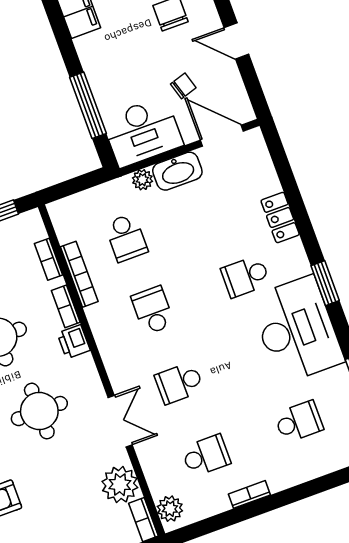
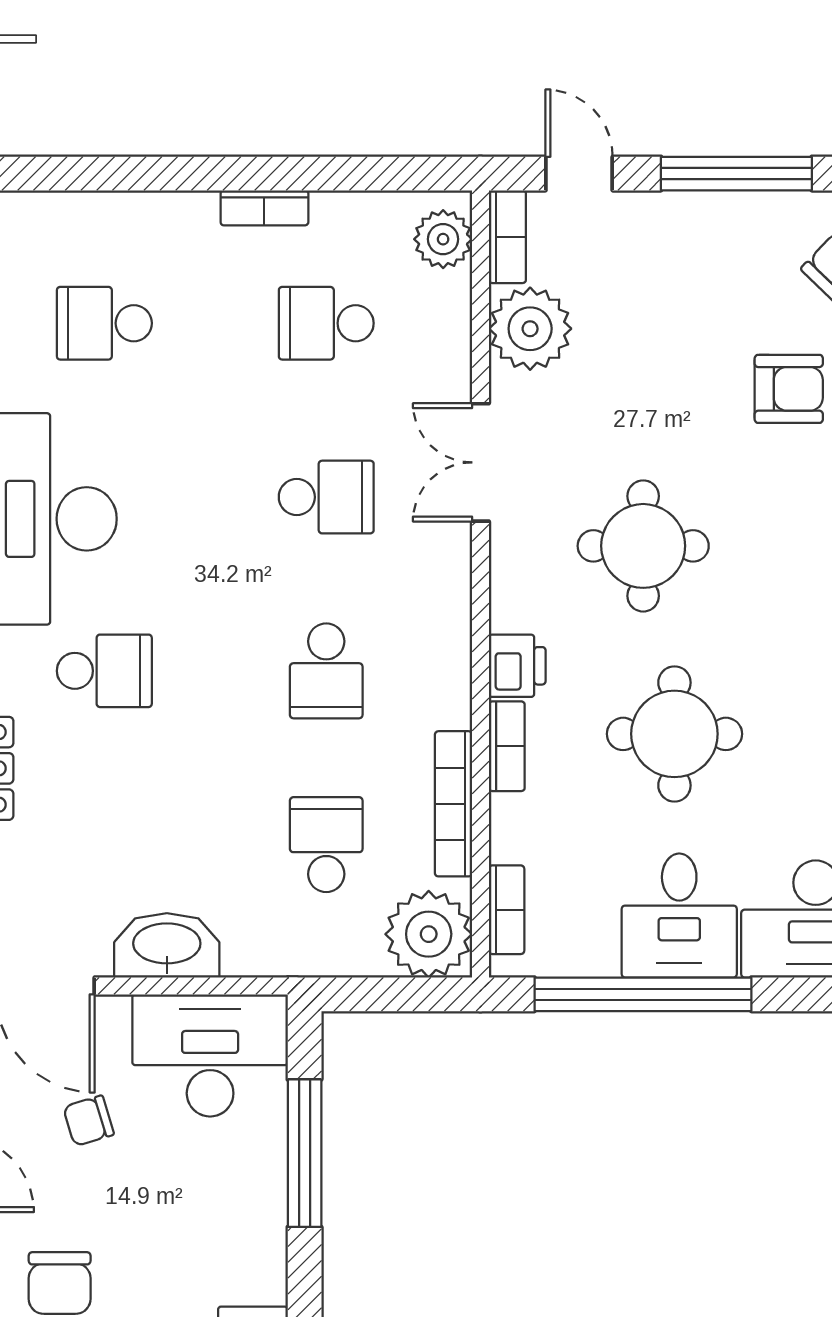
plant: (142, 180) -> (429, 934), moved, width x1.88, depth x1.88
bookcase: (49, 259) -> (507, 910), moved

